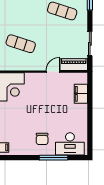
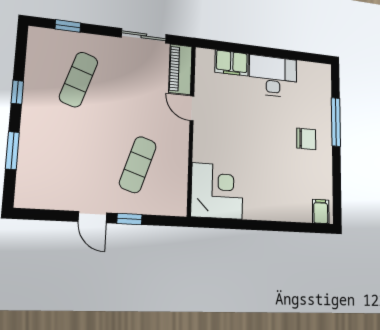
desk: (70, 144) -> (273, 76), moved, turned -90

